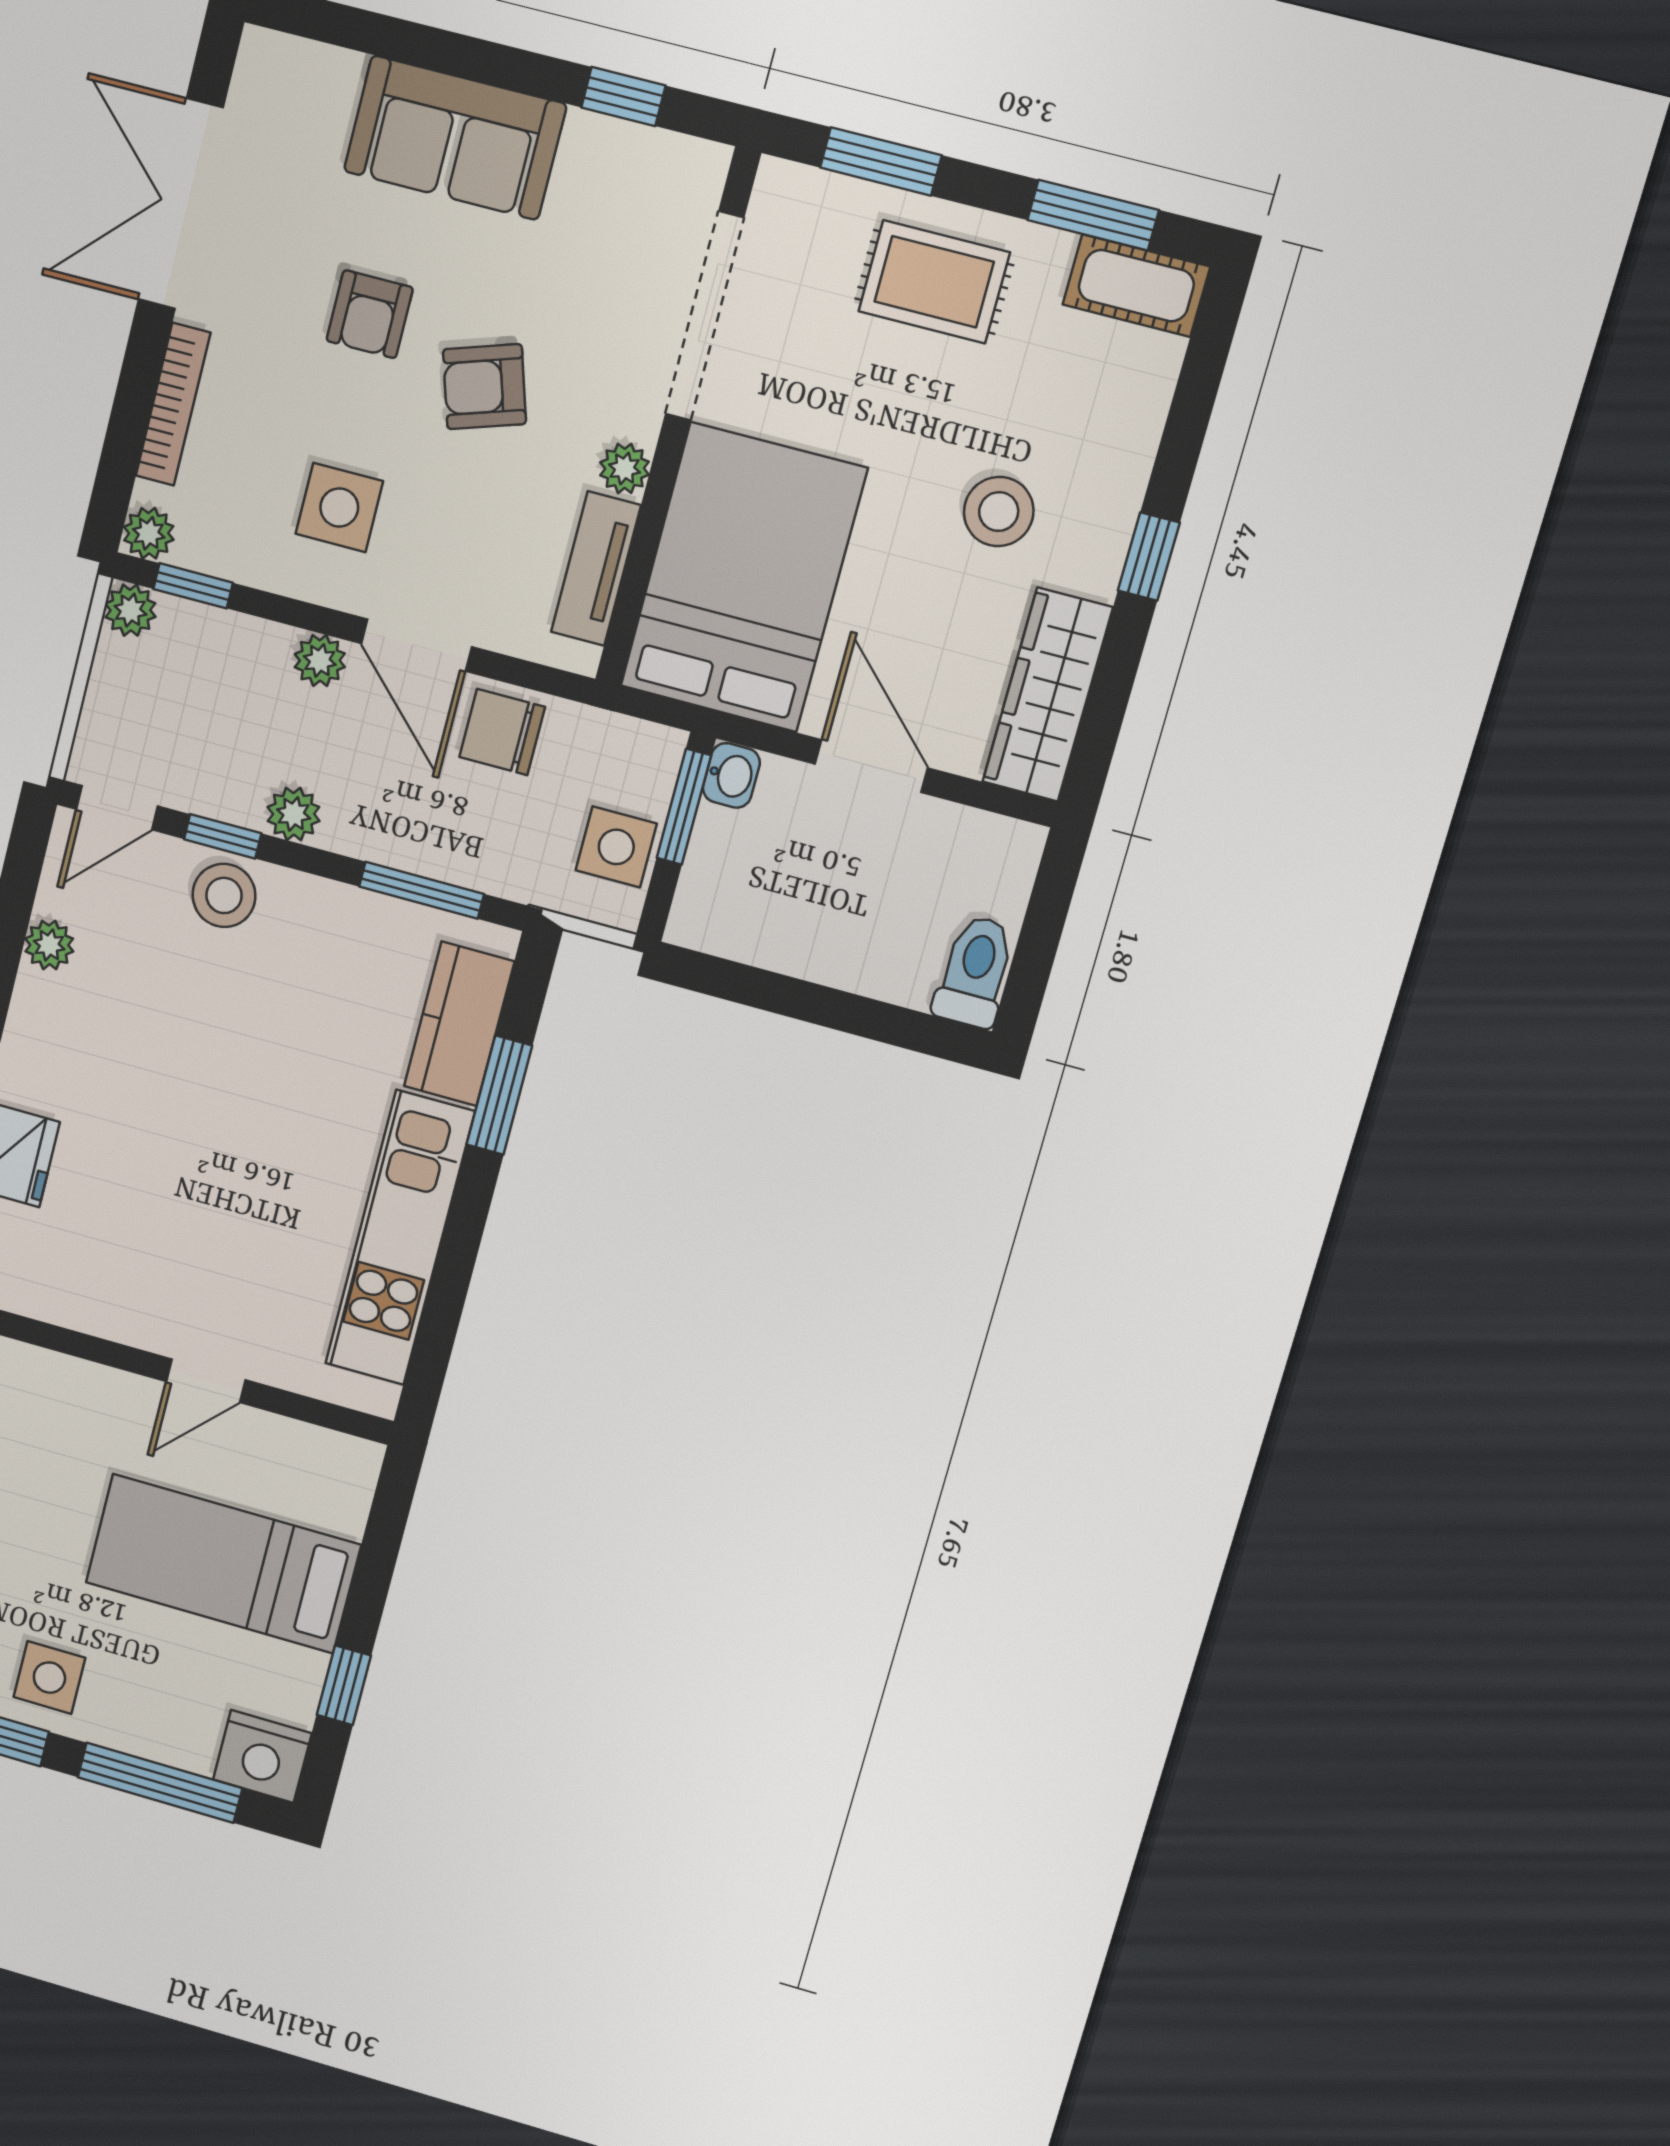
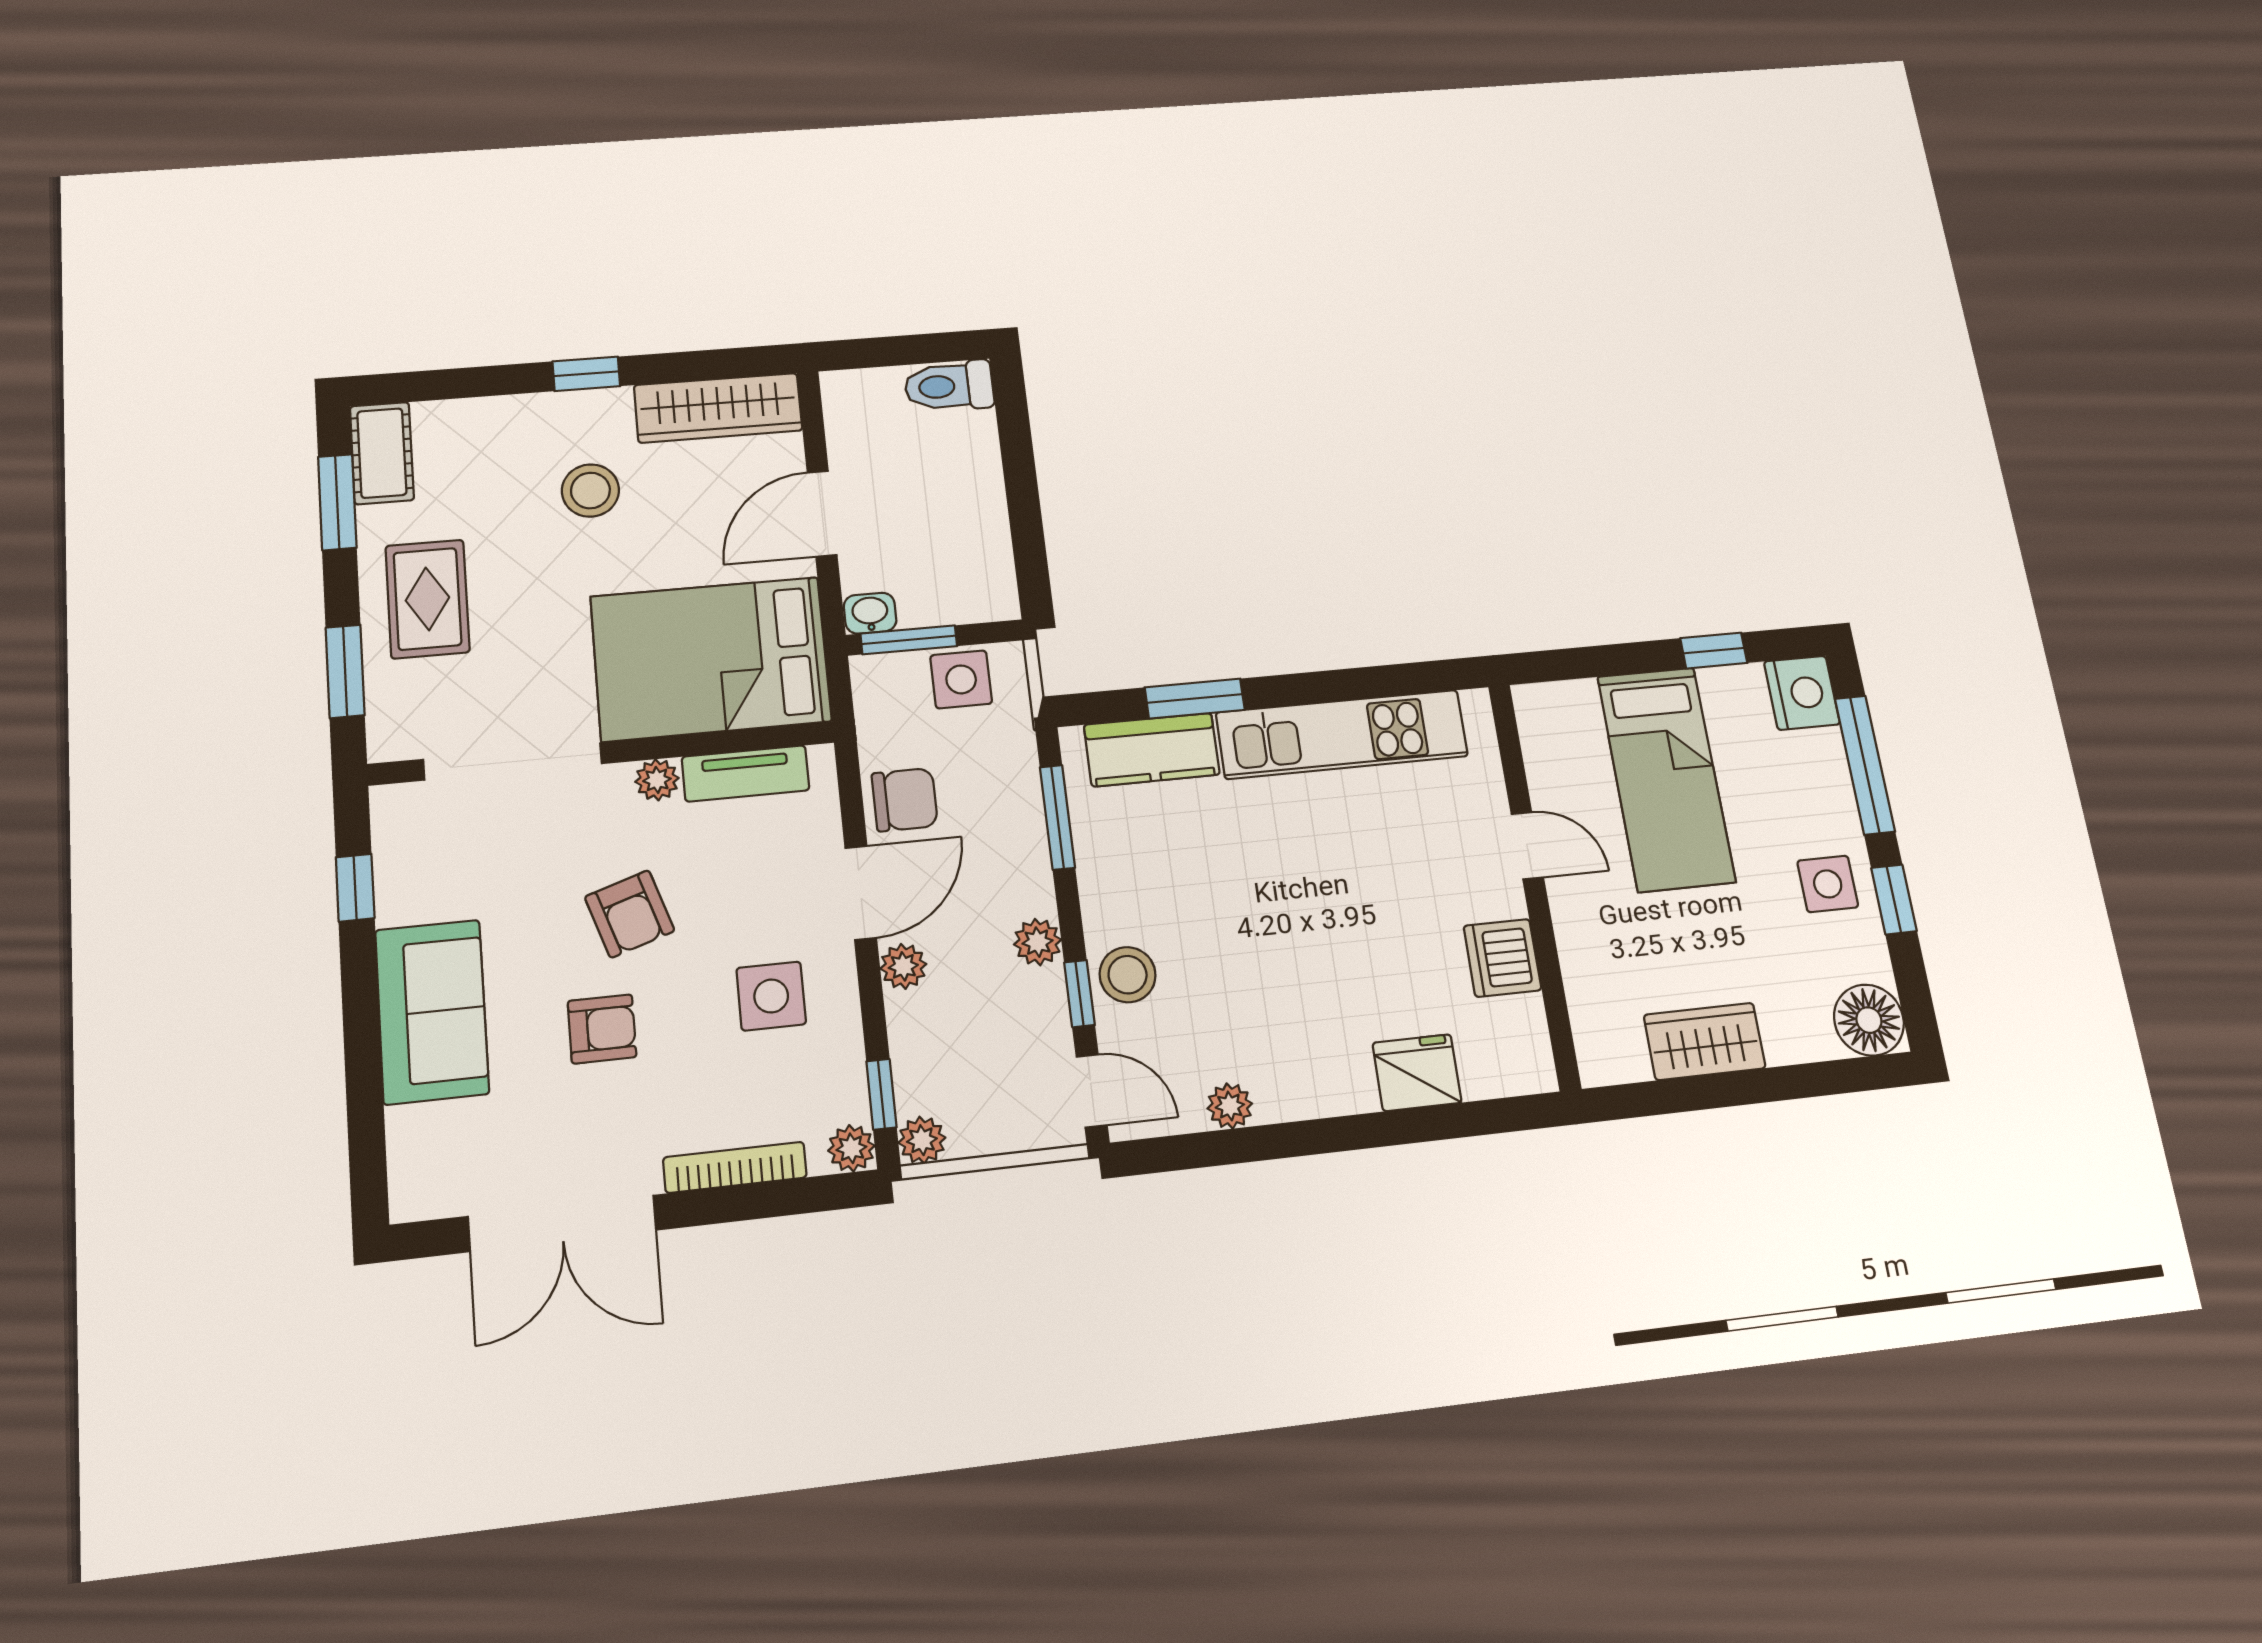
chair: (502, 732) -> (905, 800), turned -90
dishwasher: (97, 1298) -> (1502, 958), added

